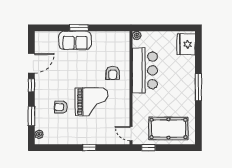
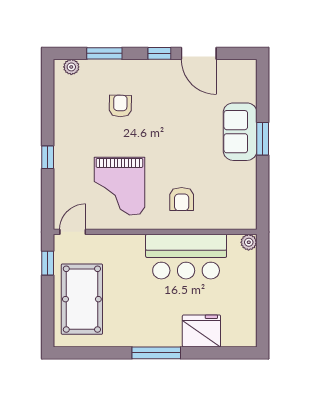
fridge: (186, 44) -> (201, 331), moved
armchair: (113, 73) -> (182, 199), turned -90
grand piano: (92, 102) -> (119, 186), moved

